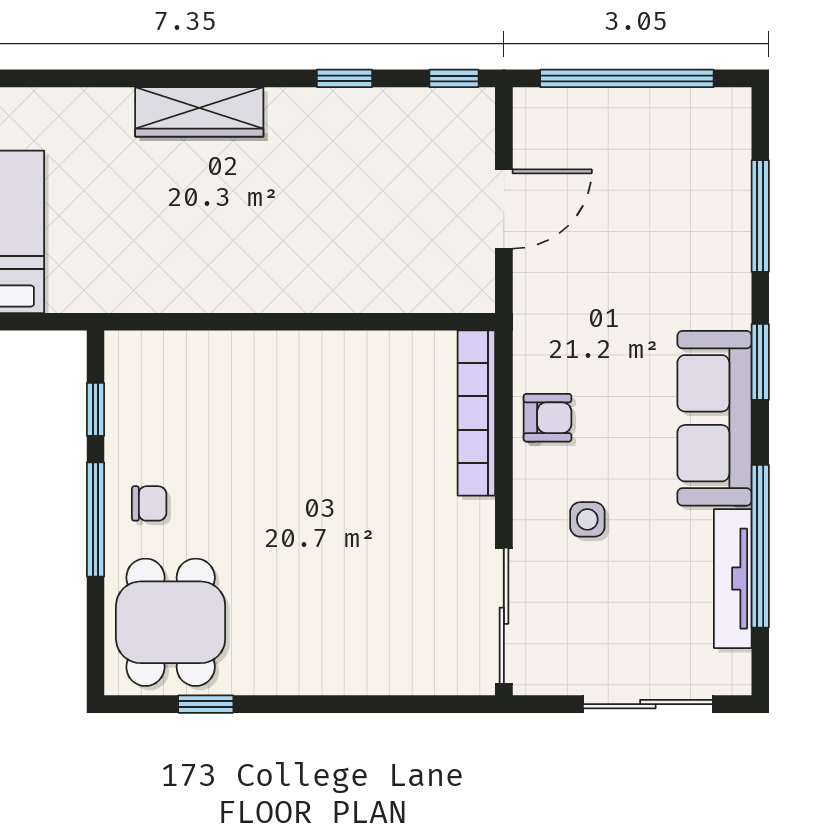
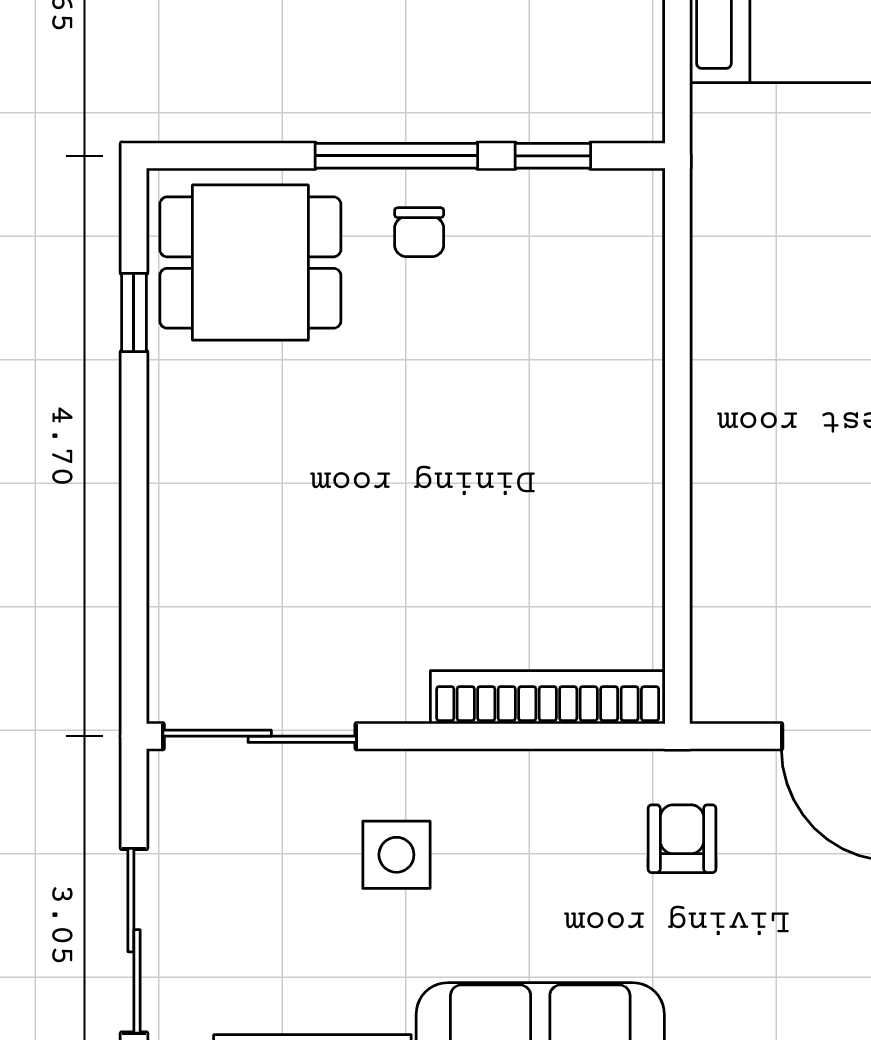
armchair: (548, 418) -> (682, 839), moved, turned 180
side table: (587, 519) -> (396, 855), width x1.37, depth x1.37

